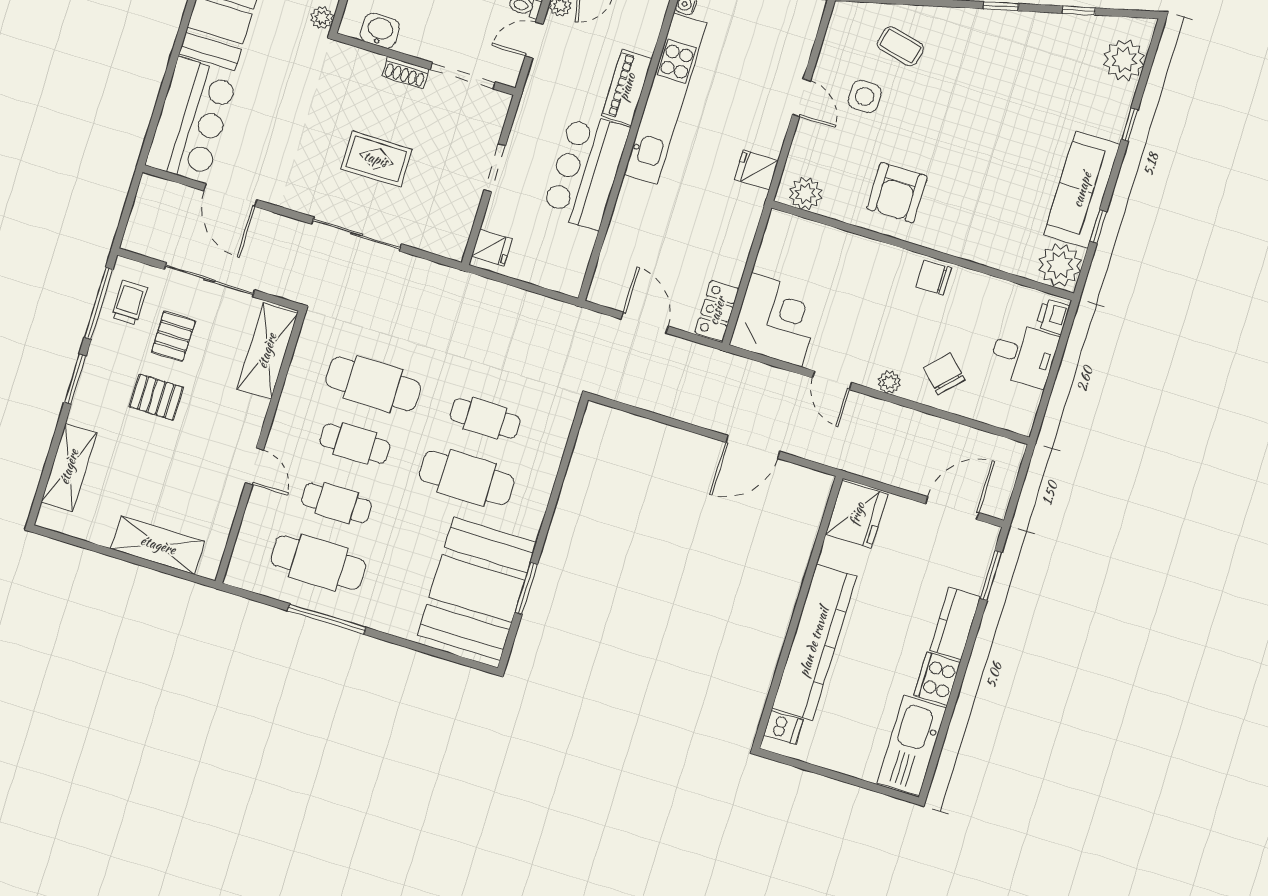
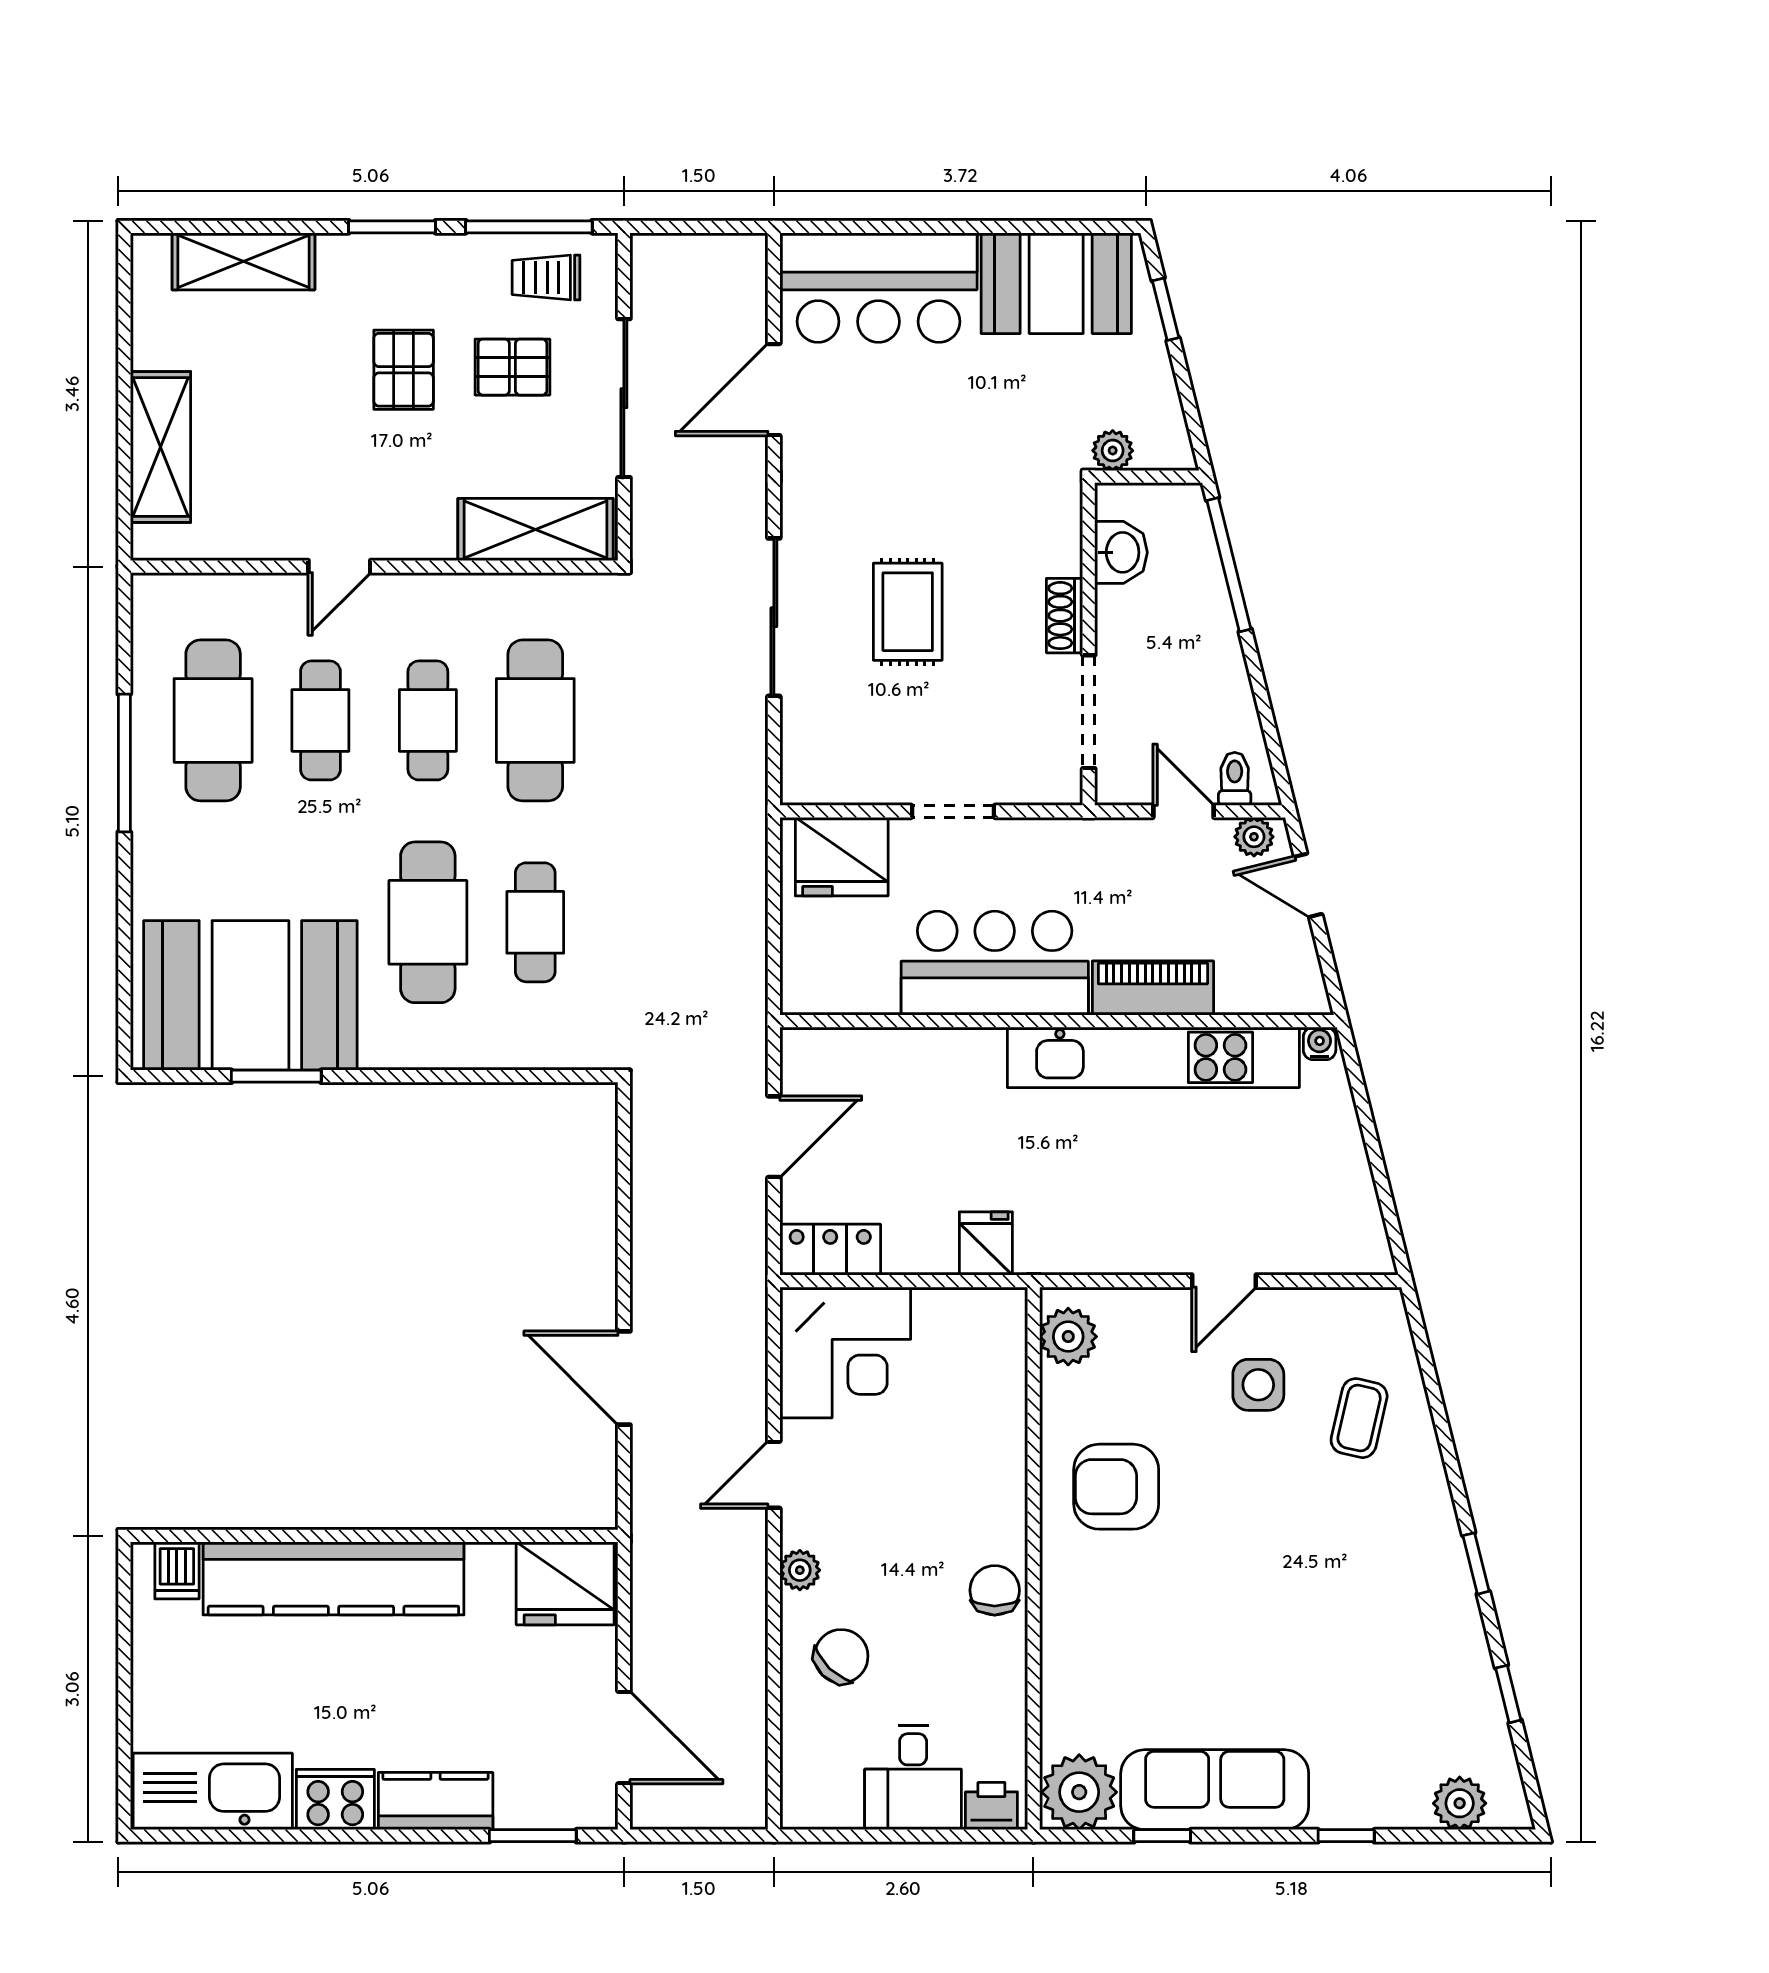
plant: (1124, 60) -> (1460, 1803), width x0.73, depth x0.73
fridge: (756, 170) -> (986, 1243), moved
fridge: (492, 248) -> (842, 857), width x1.88, depth x1.34
trolley: (129, 302) -> (546, 277), turned 180

